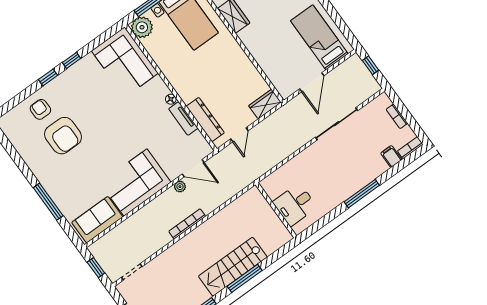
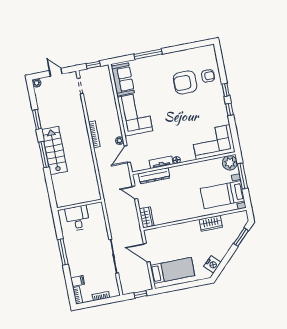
desk: (295, 205) -> (77, 218), moved
wall: (276, 210) -> (79, 205), moved

